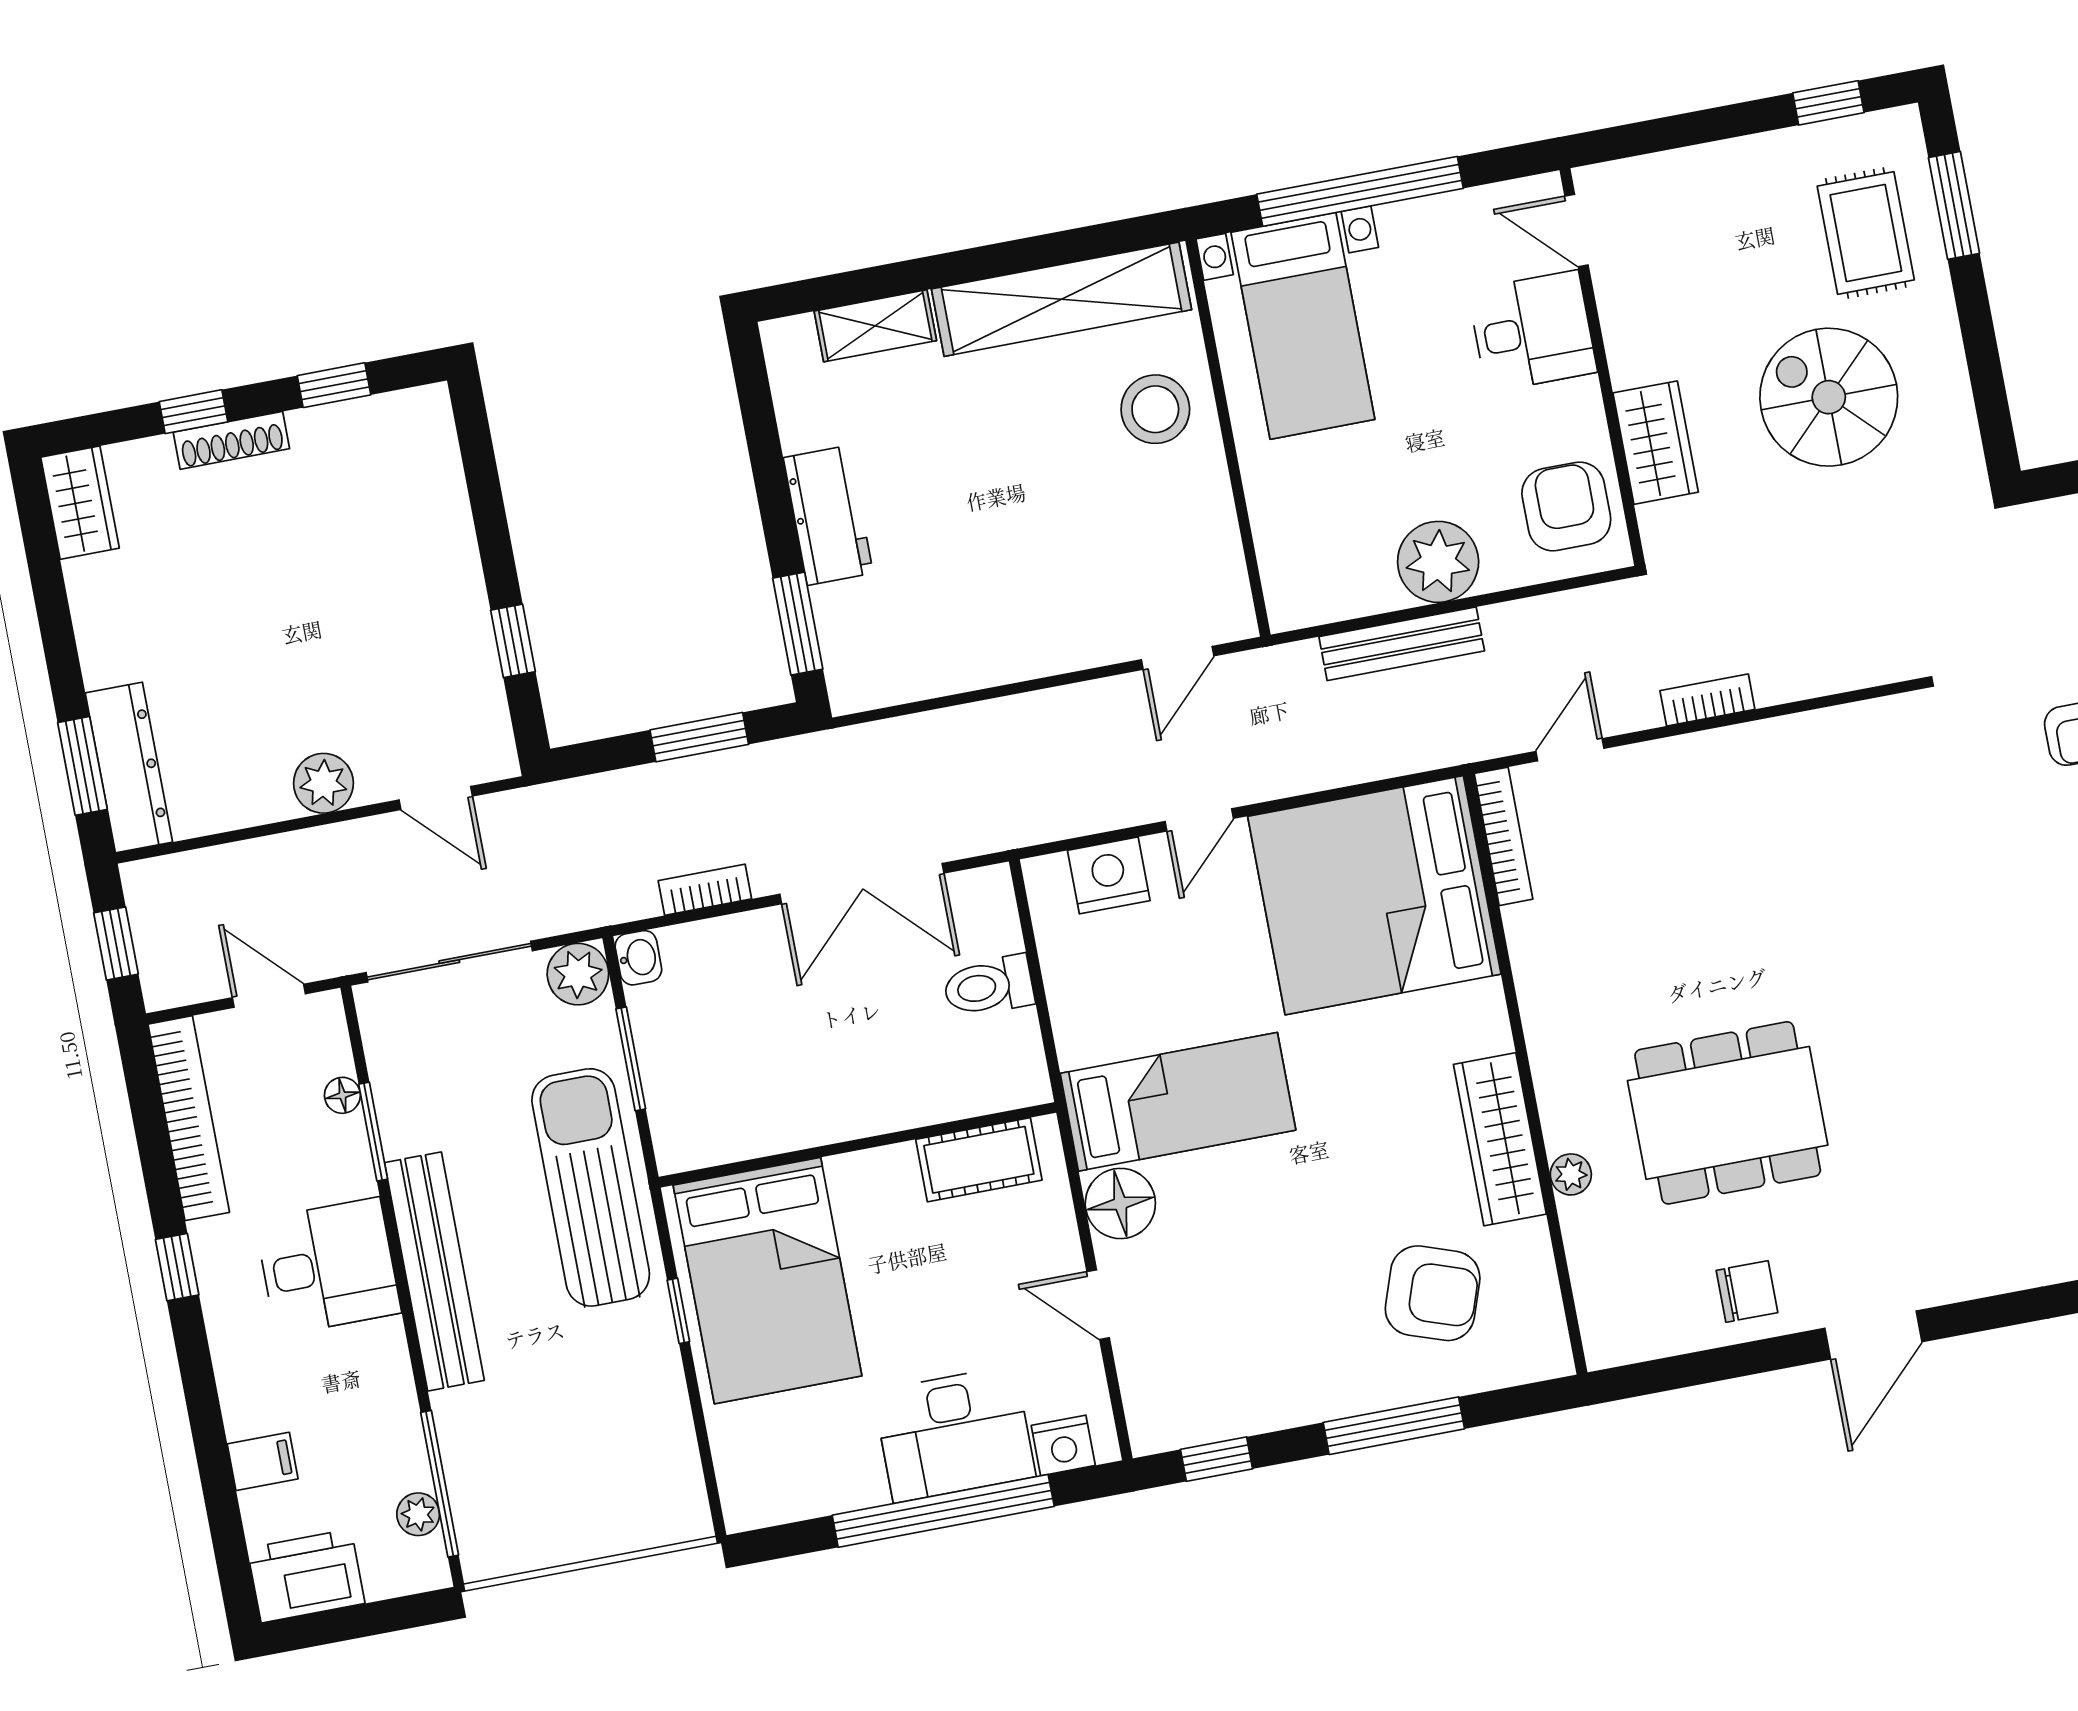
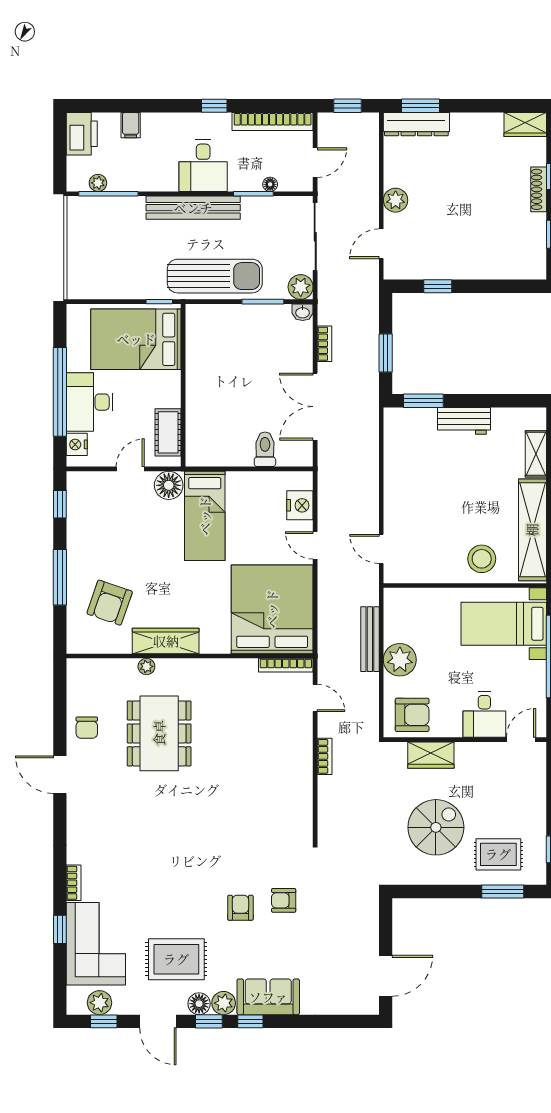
wall: (857, 1145) -> (183, 385), moved
cot: (979, 1160) -> (168, 432), moved
bed: (768, 1281) -> (136, 339), moved

